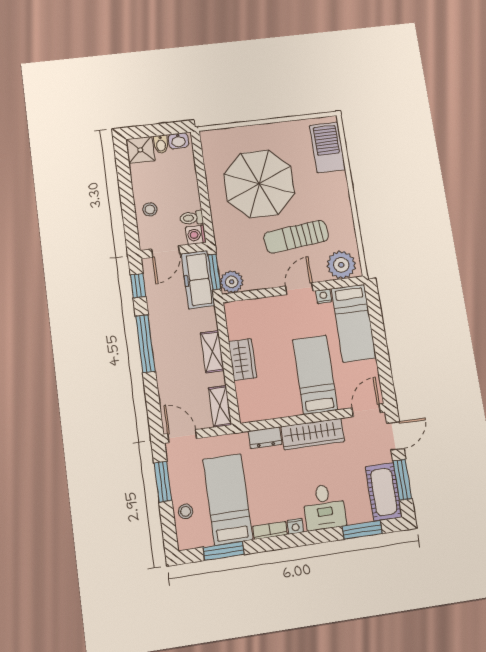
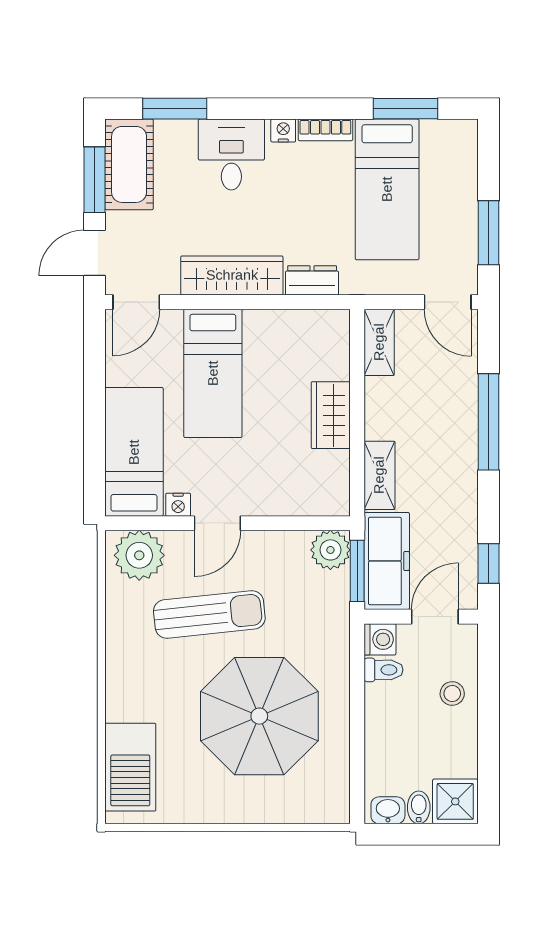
window: (145, 344) -> (488, 422), moved
shelving: (212, 352) -> (379, 475), moved
stool: (186, 511) -> (458, 180), removed

